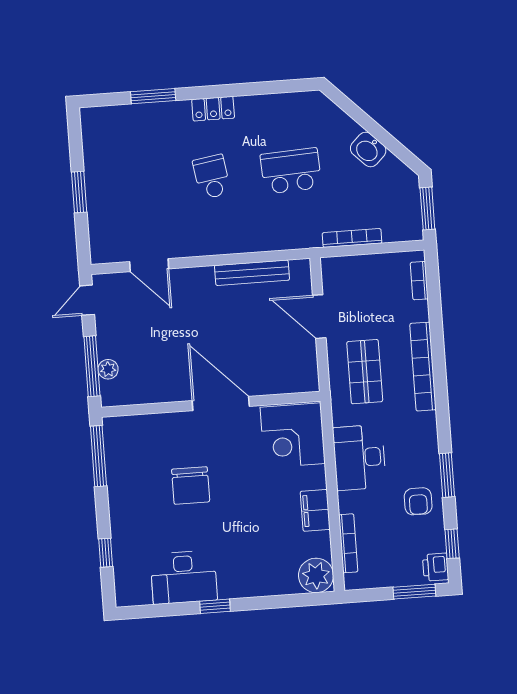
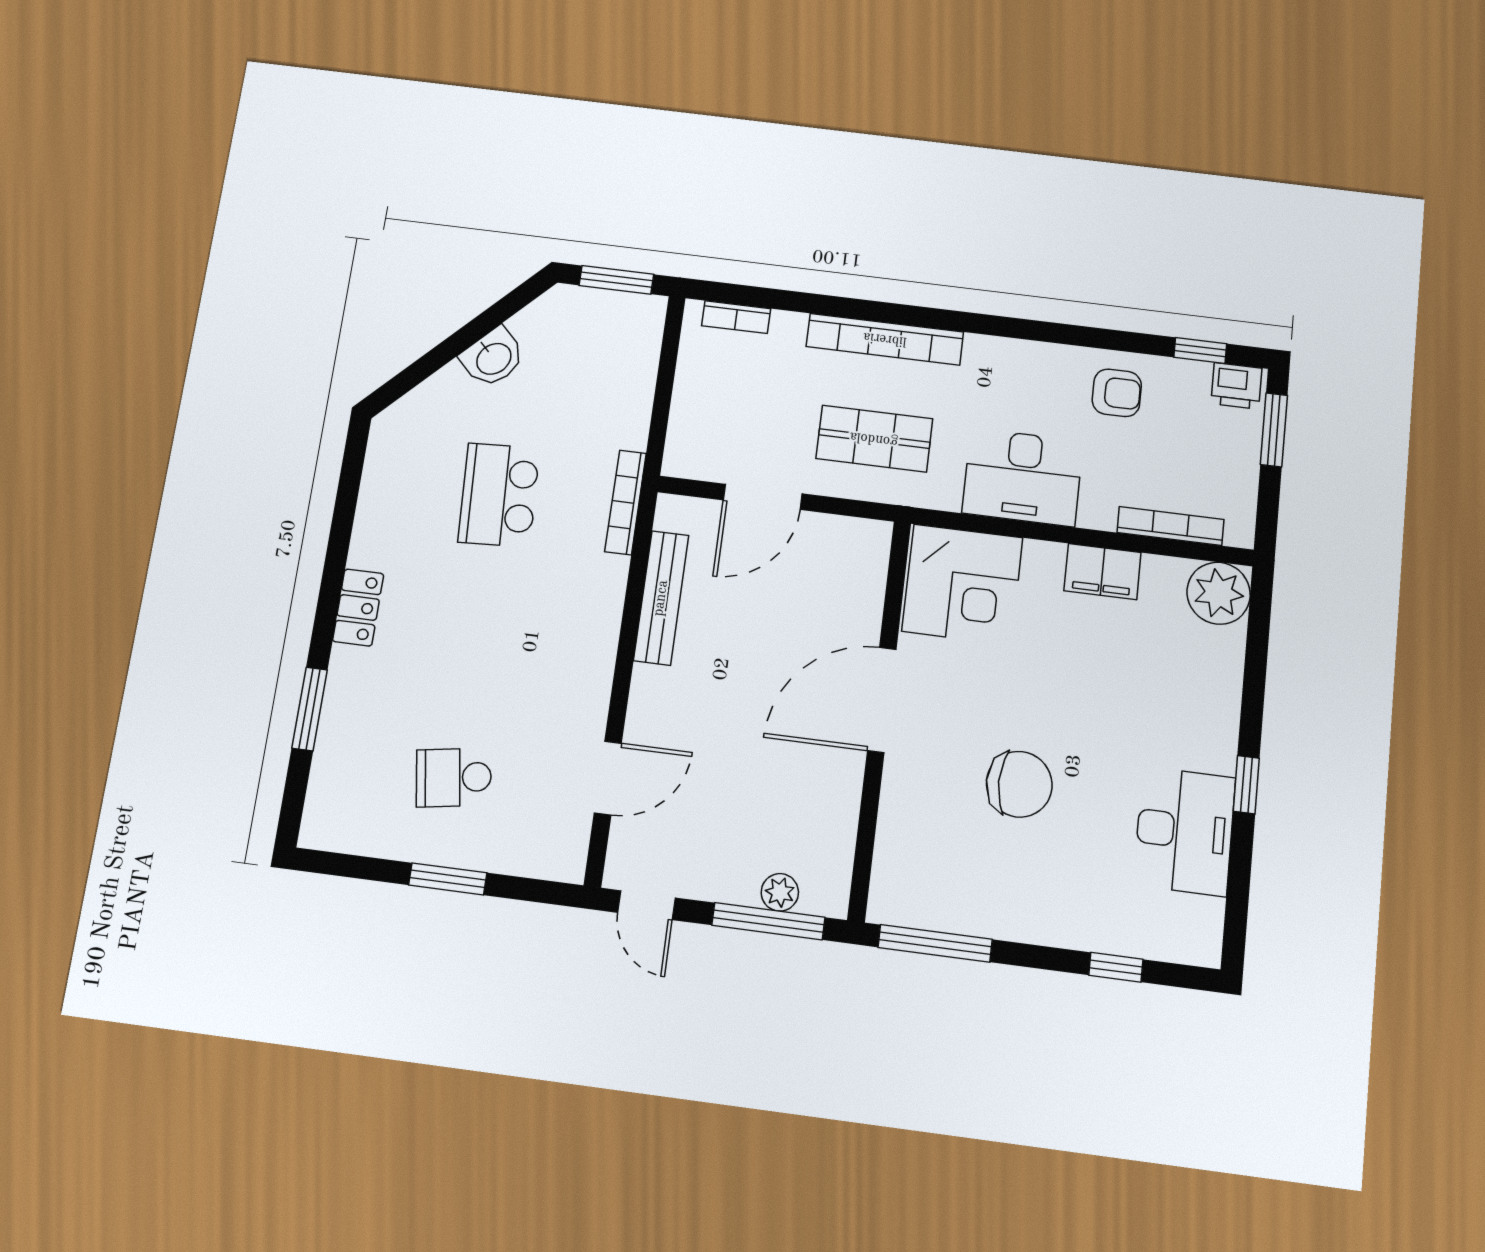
school desk: (212, 177) -> (454, 777), moved
bookcase: (352, 238) -> (626, 502), moved
window: (447, 475) -> (1080, 336), removed

